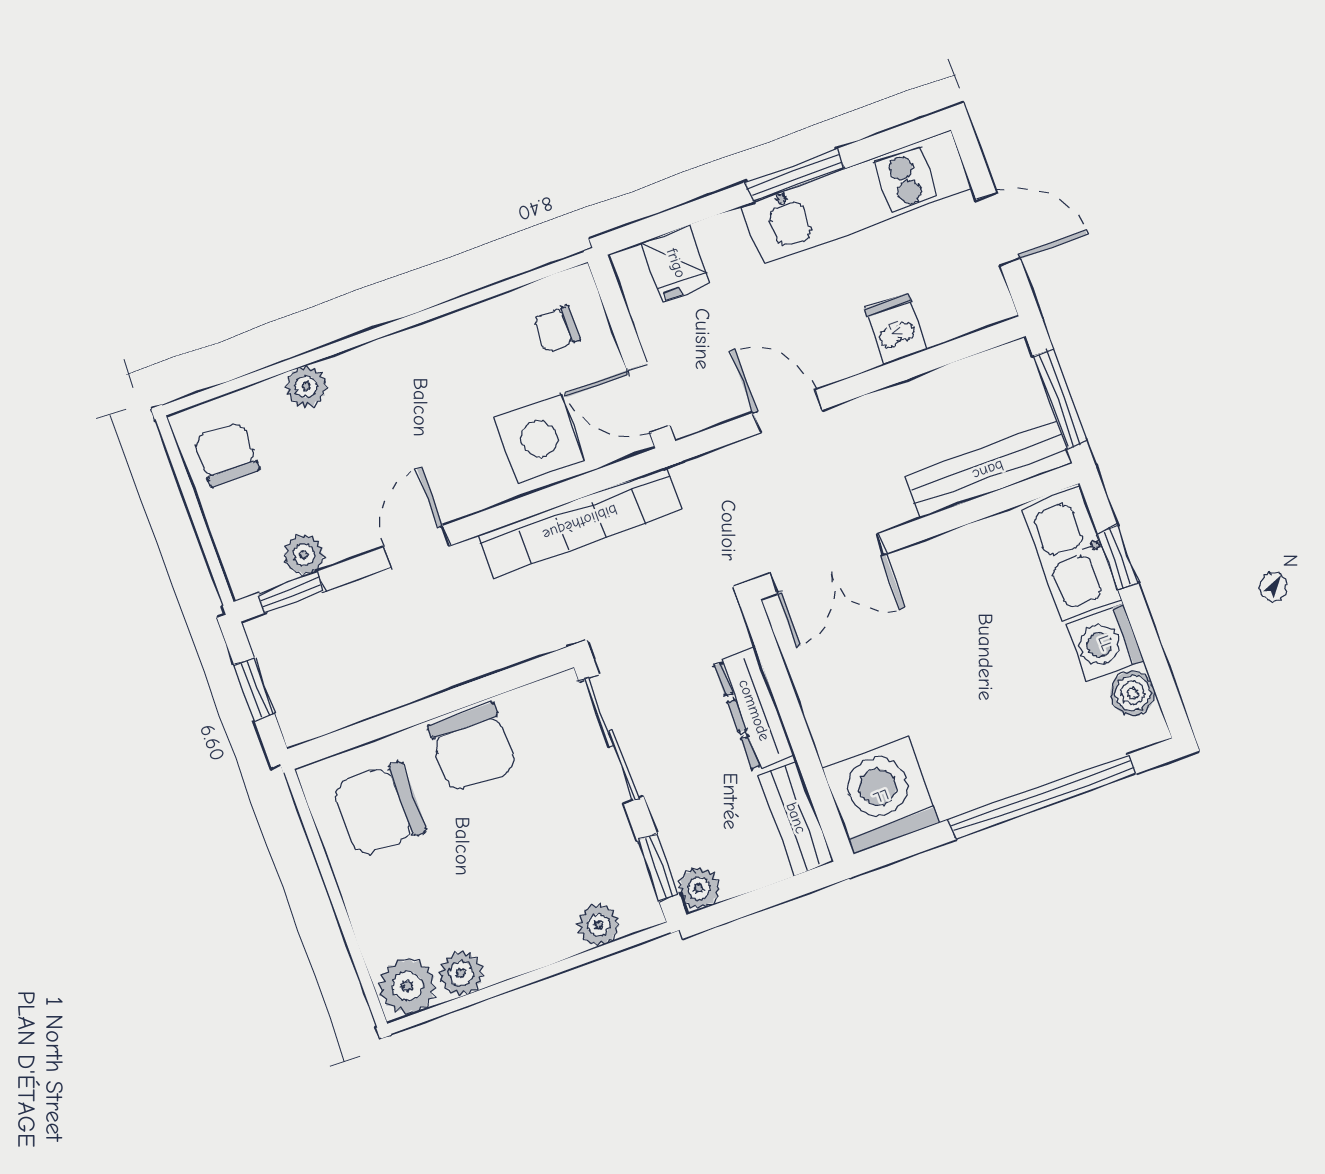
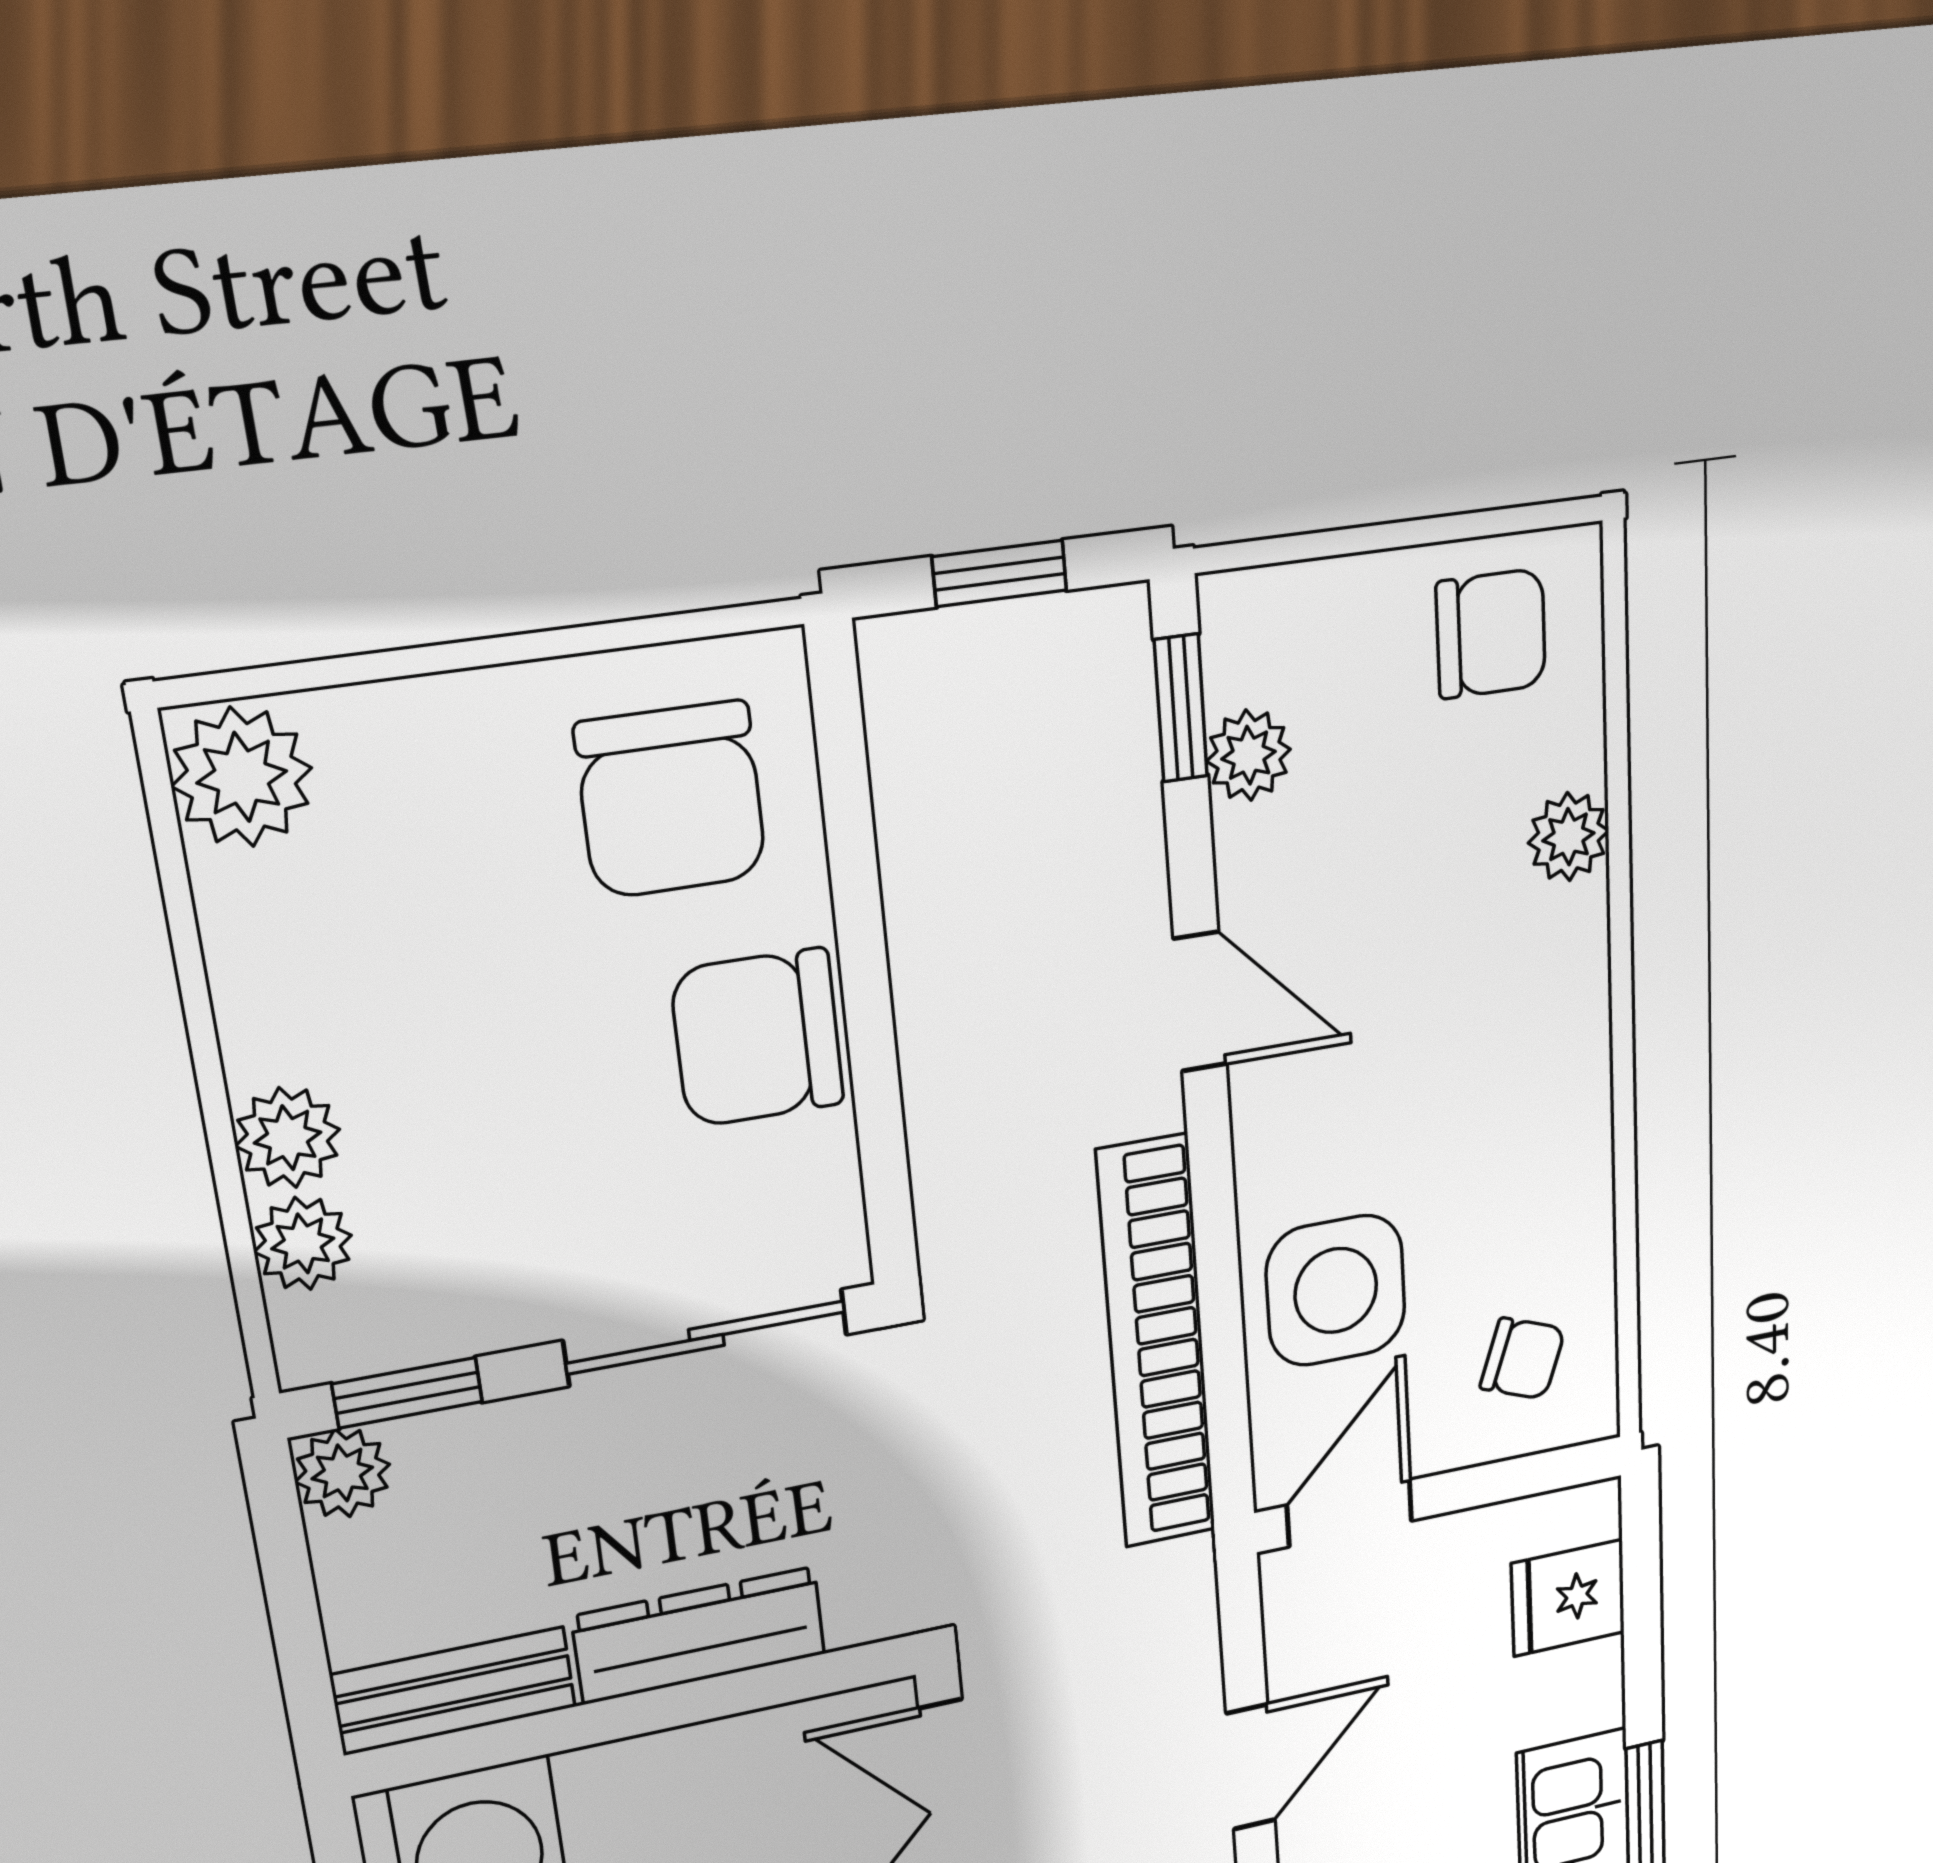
chair: (556, 329) -> (1523, 1359), turned 110
chair: (379, 809) -> (671, 800), turned 180
plant: (461, 973) -> (288, 1138), moved

